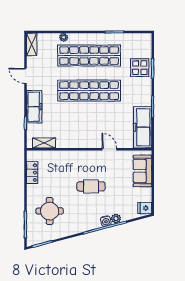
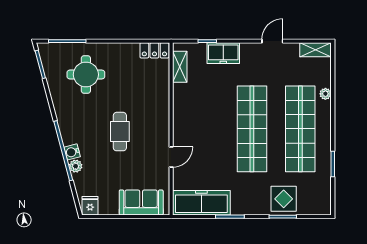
freezer: (34, 107) -> (223, 53), width x0.71
locker: (32, 173) -> (154, 50), moved

